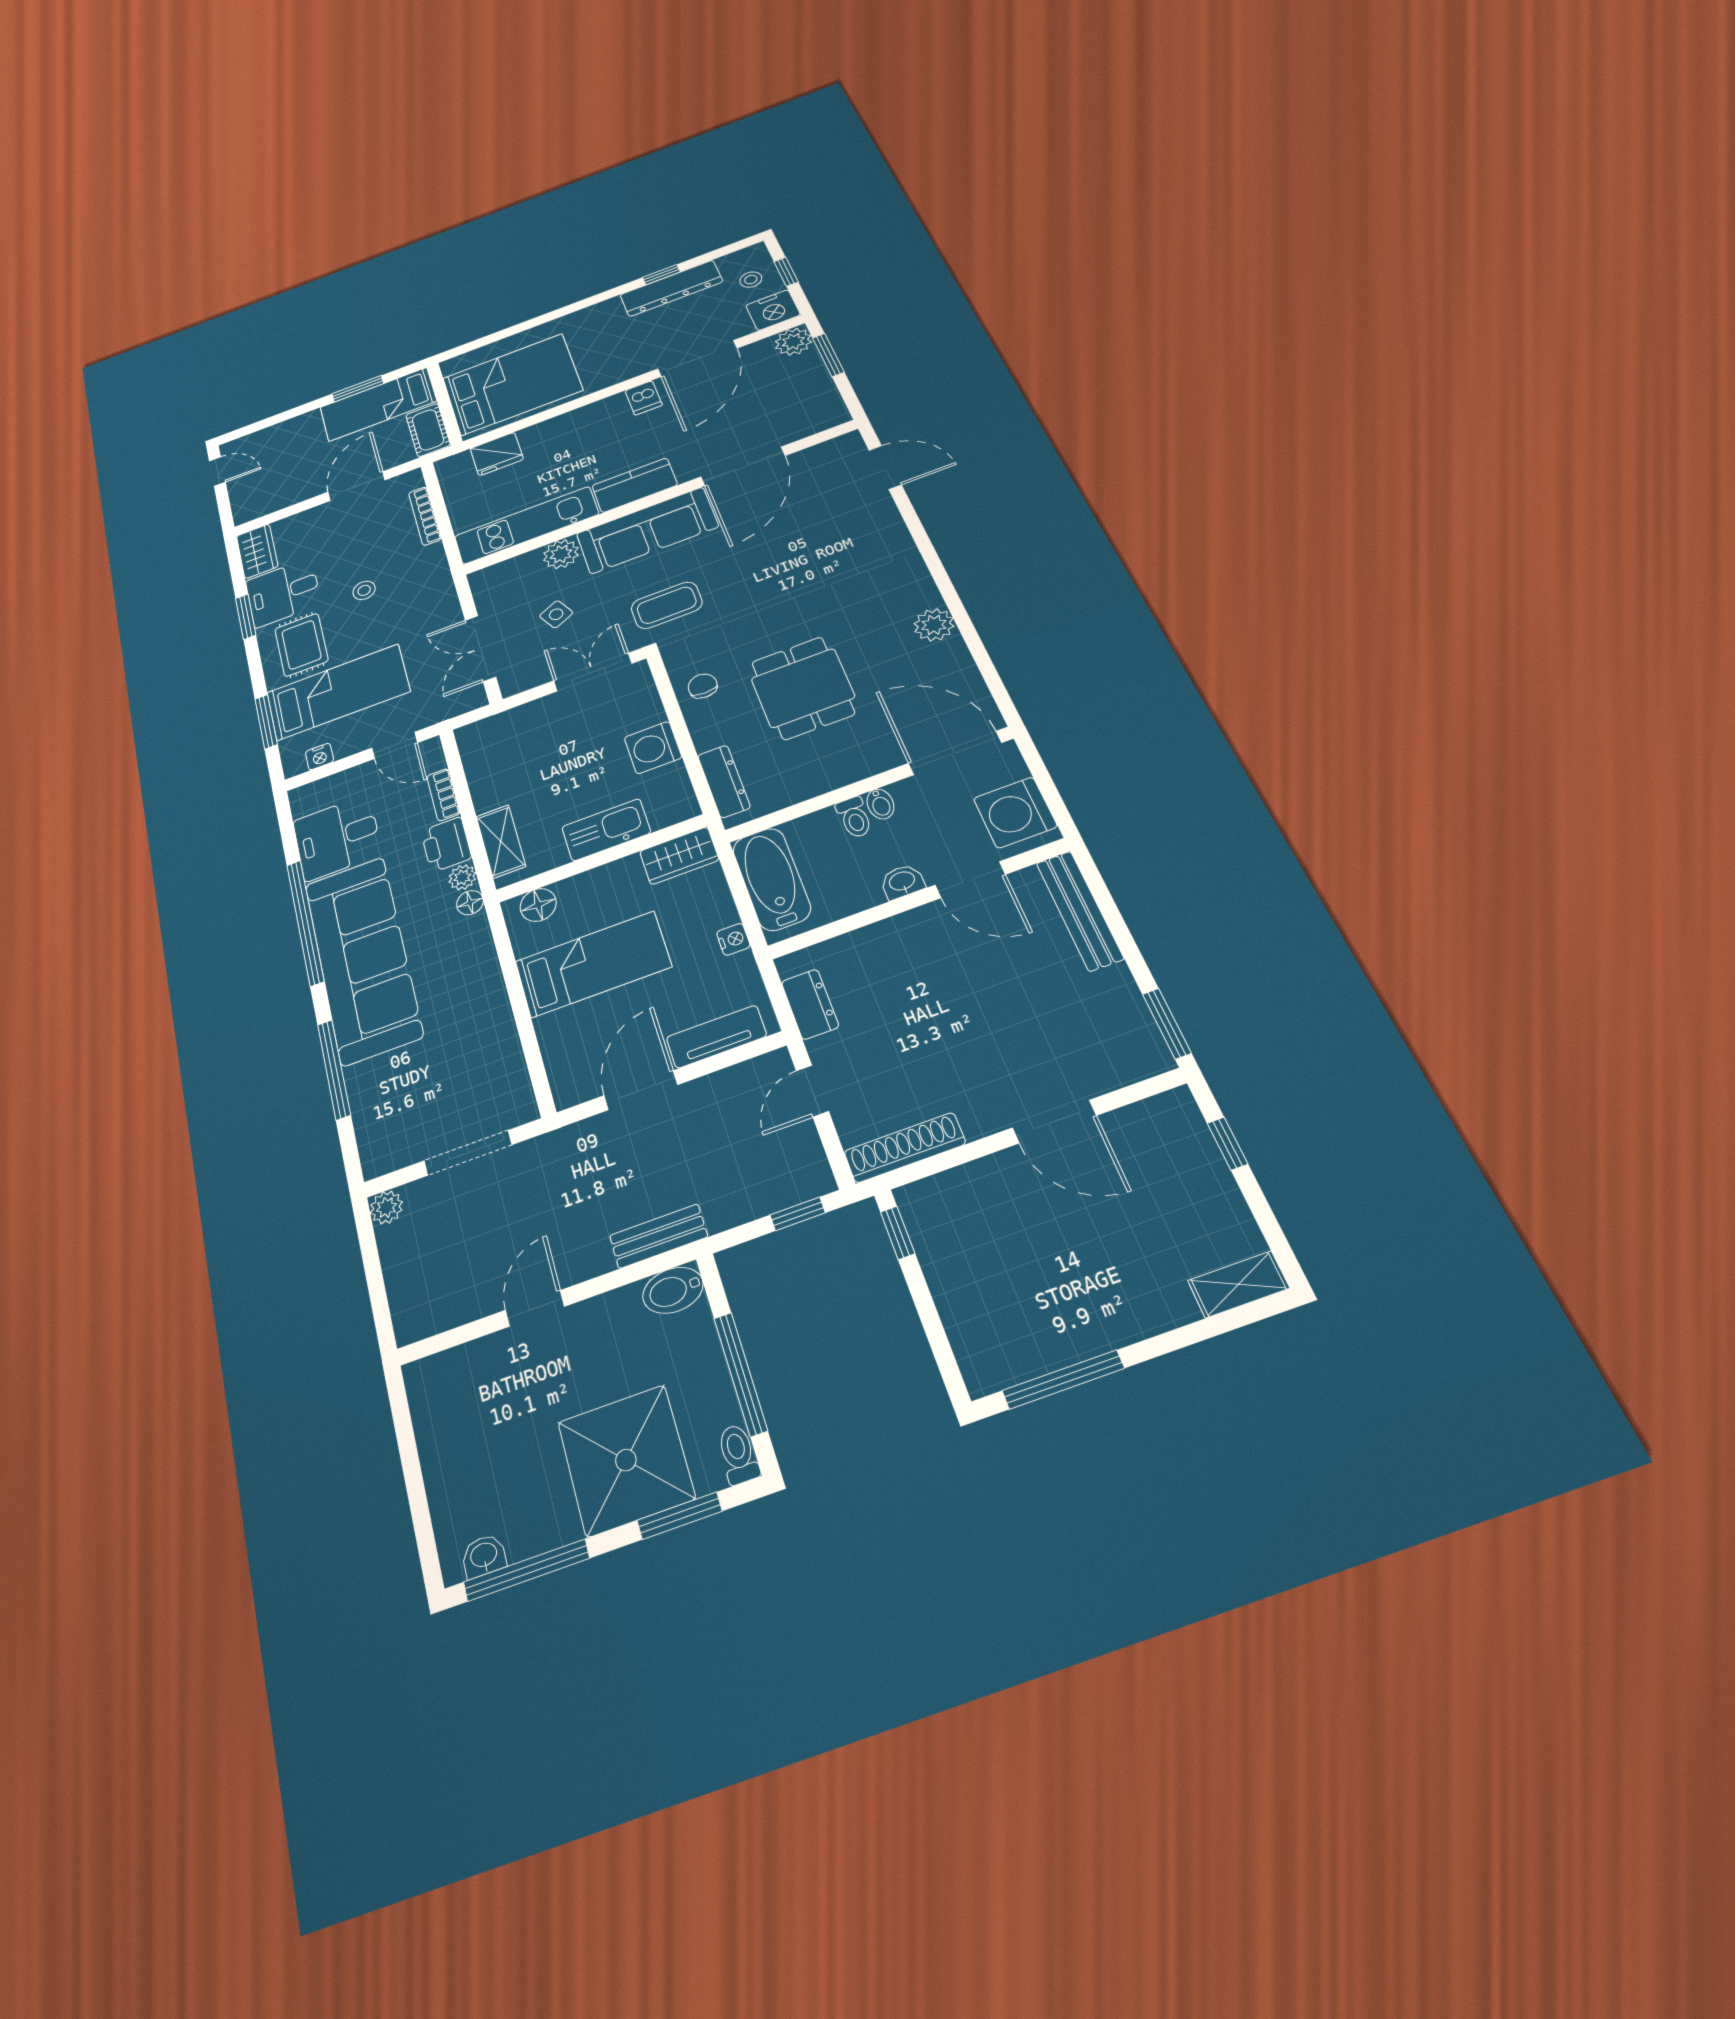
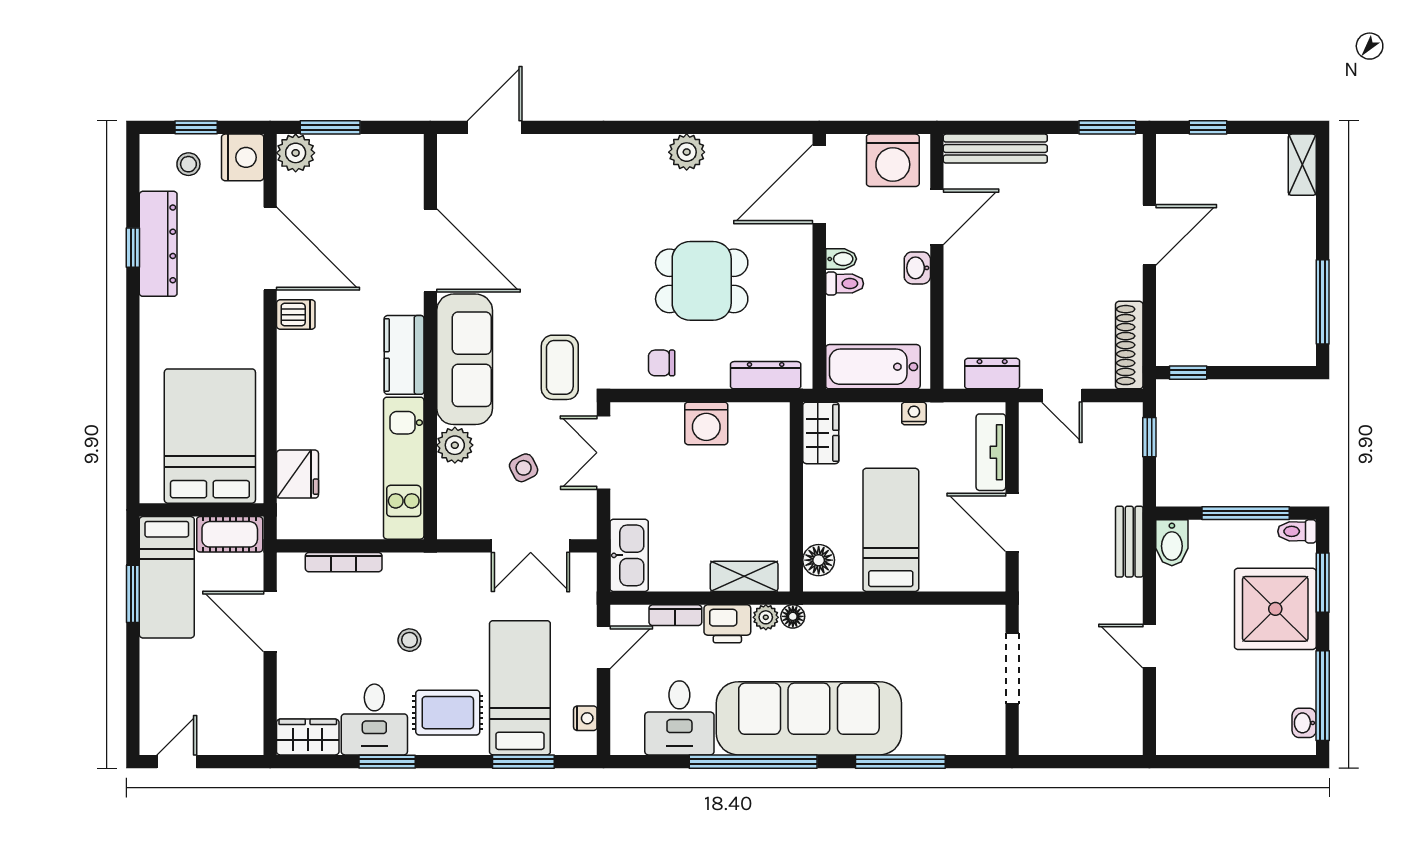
kitchen sink: (606, 830) -> (629, 555), moved, turned 180
plant: (386, 1207) -> (1032, 741), removed

